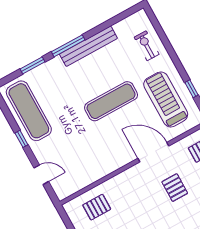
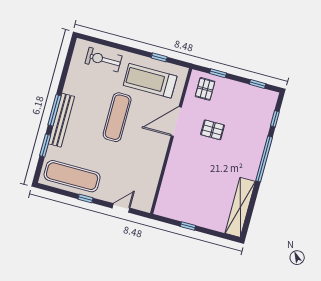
bench: (88, 46) -> (61, 120), moved
exercise bike: (147, 46) -> (103, 60), width x1.38, depth x1.39
pallet: (97, 207) -> (177, 192), removed

